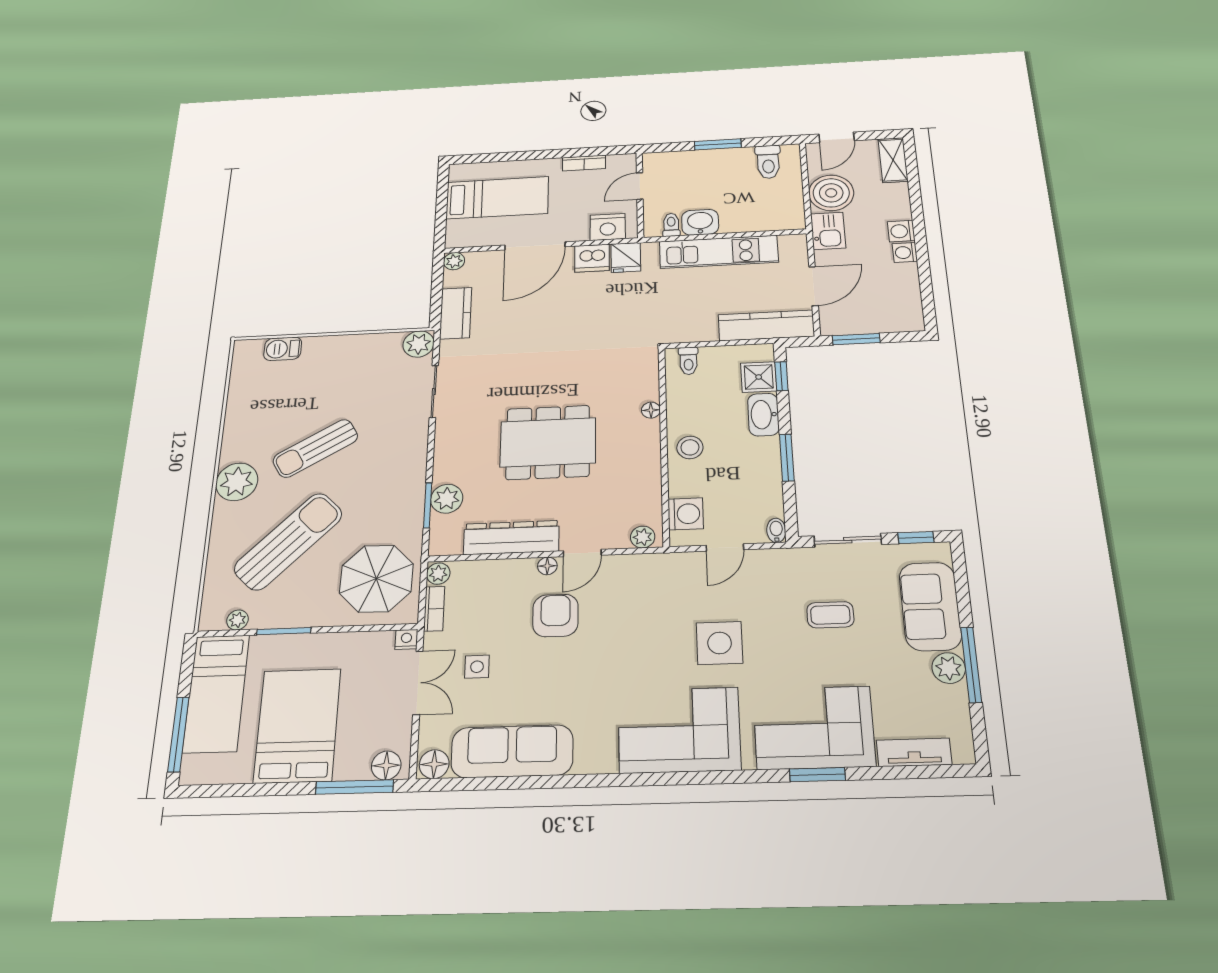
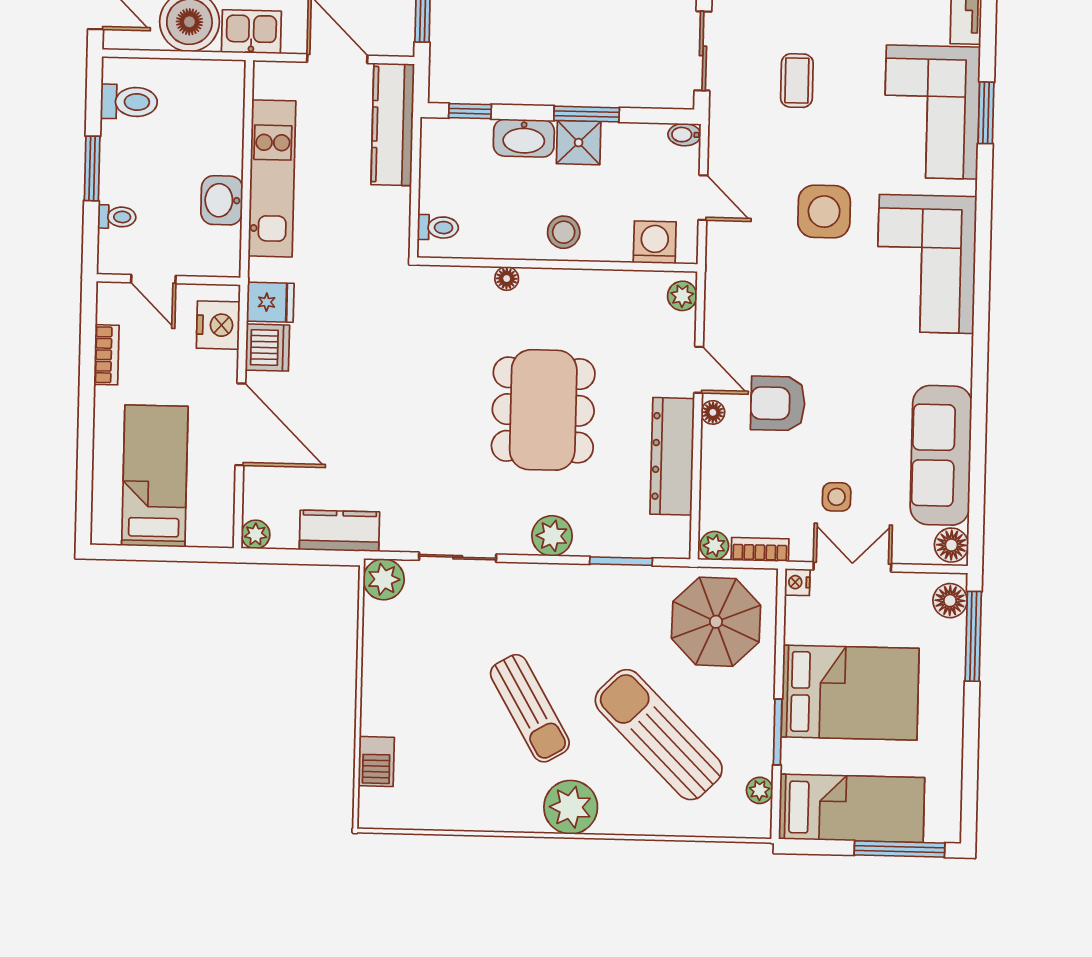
toilet: (671, 225) -> (117, 217), moved, turned 180
shower: (759, 377) -> (579, 143), moved
plant: (447, 499) -> (552, 536), moved
bed: (297, 725) -> (850, 693), moved, turned 180

